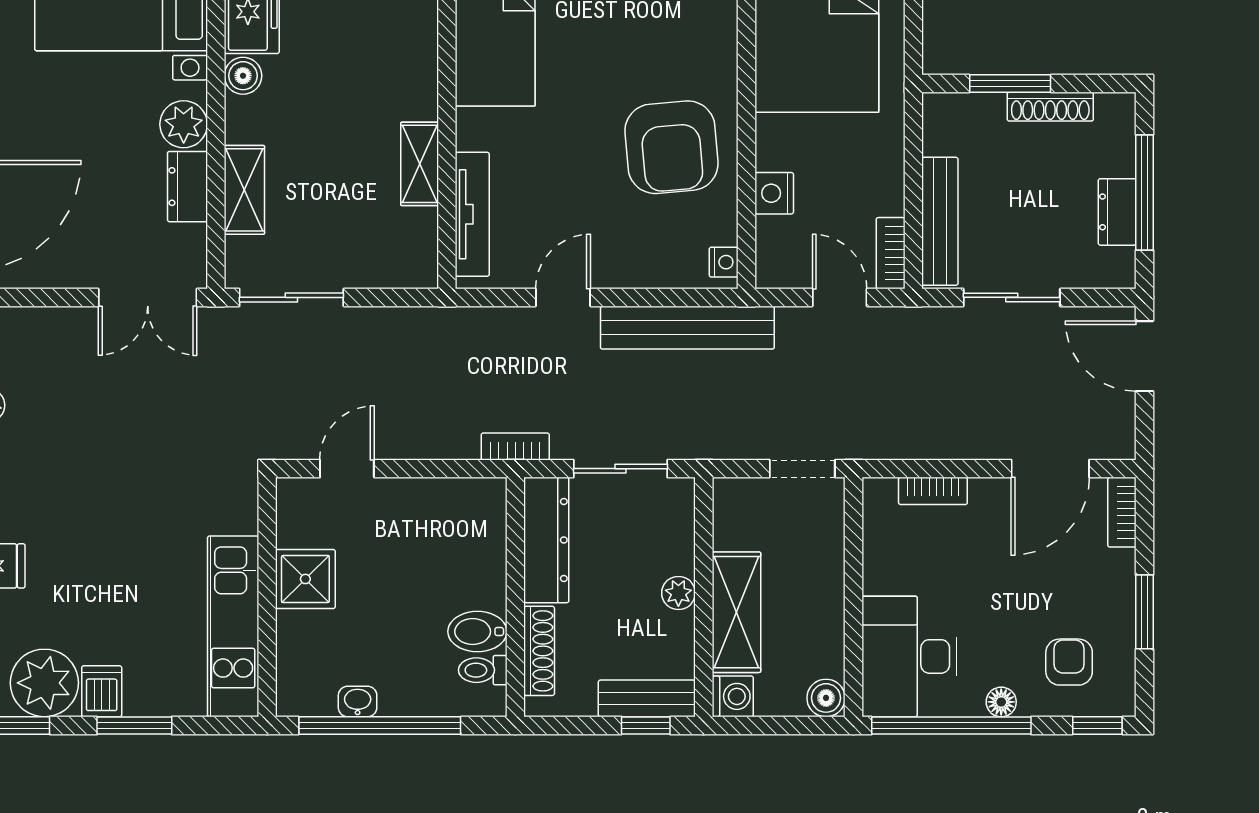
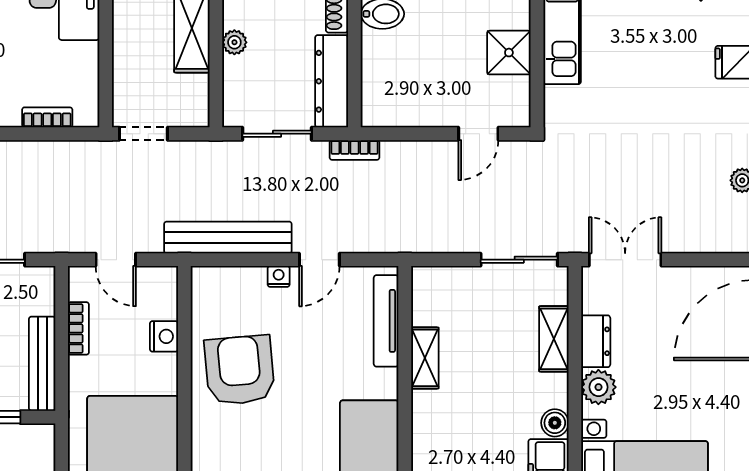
bench: (940, 221) -> (42, 364), moved
bookcase: (891, 253) -> (78, 328), moved
nightstand: (724, 262) -> (279, 276), moved, turned 90

